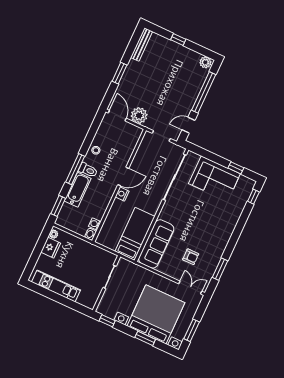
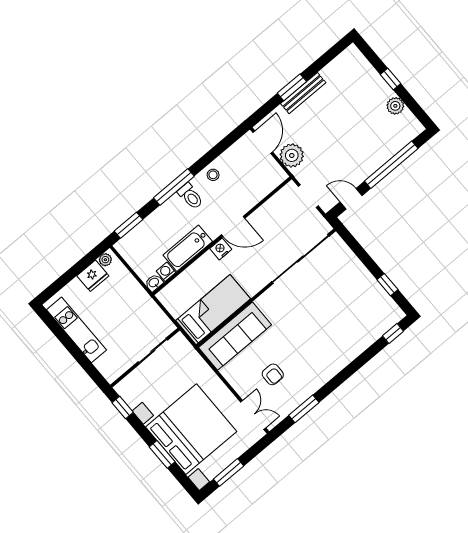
bench: (142, 44) -> (303, 93), moved
plant: (205, 62) -> (395, 106), moved
corner sofa: (214, 179) -> (352, 286), removed
bathtub: (78, 190) -> (188, 248), moved, turned 180

